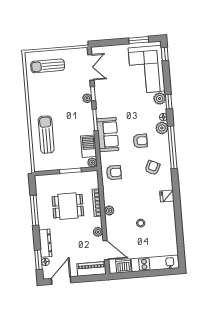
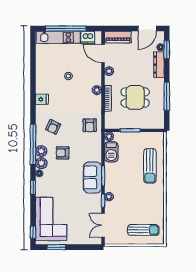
plant: (160, 99) -> (41, 151), moved
sofa: (108, 135) -> (92, 178), moved
armchair: (114, 173) -> (90, 125), turned -90
window: (148, 273) -> (66, 28), added

